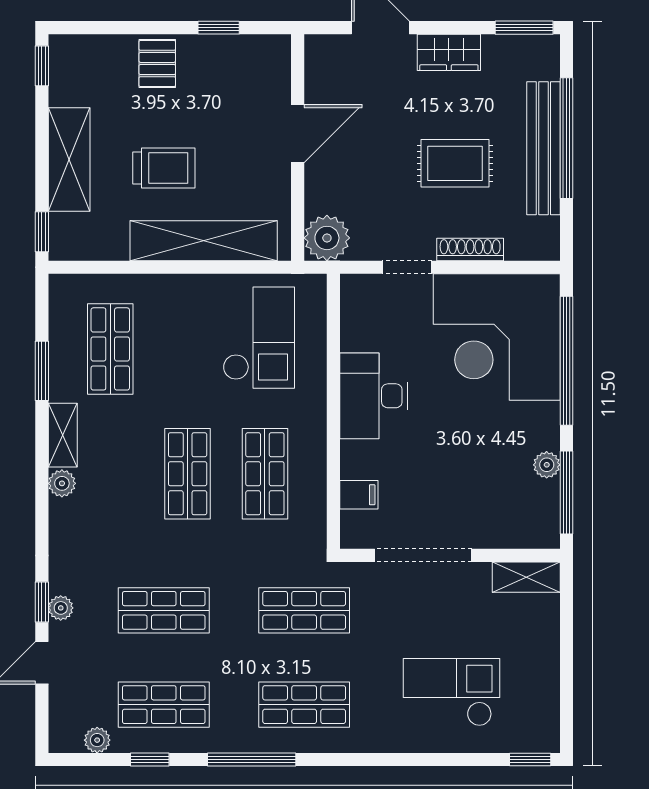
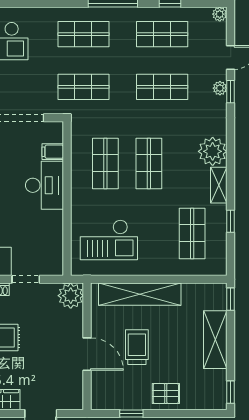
pallet: (157, 63) -> (166, 393), turned 90
door: (298, 134) -> (87, 354), swing flipped
trolley: (164, 168) -> (137, 347), moved, turned 90
checkout: (259, 338) -> (109, 240), turned -90
window: (42, 371) -> (231, 221), width x0.67
desk: (374, 396) -> (45, 185), moved
plant: (62, 483) -> (213, 151), width x1.87, depth x1.87
plant: (97, 740) -> (220, 14), moved

